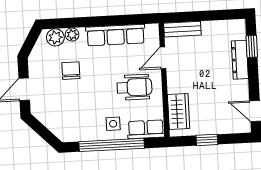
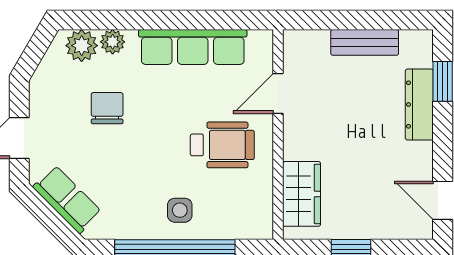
bench: (182, 29) -> (365, 42), moved
row of seats: (146, 129) -> (67, 199), moved, turned 45

